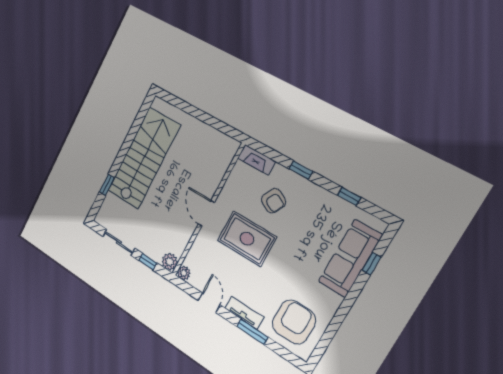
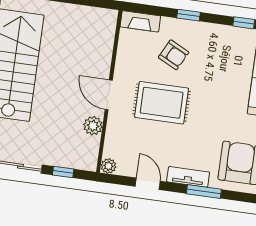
plant: (170, 262) -> (93, 126), moved

